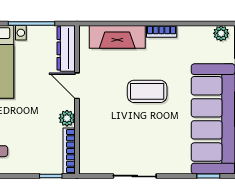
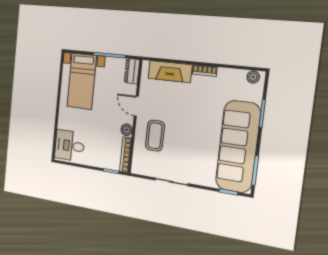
dresser: (66, 48) -> (132, 71), width x0.70
coffee table: (147, 91) -> (155, 136), moved, turned 90

